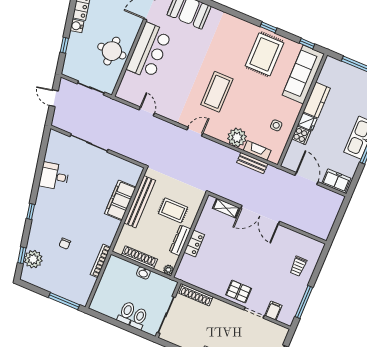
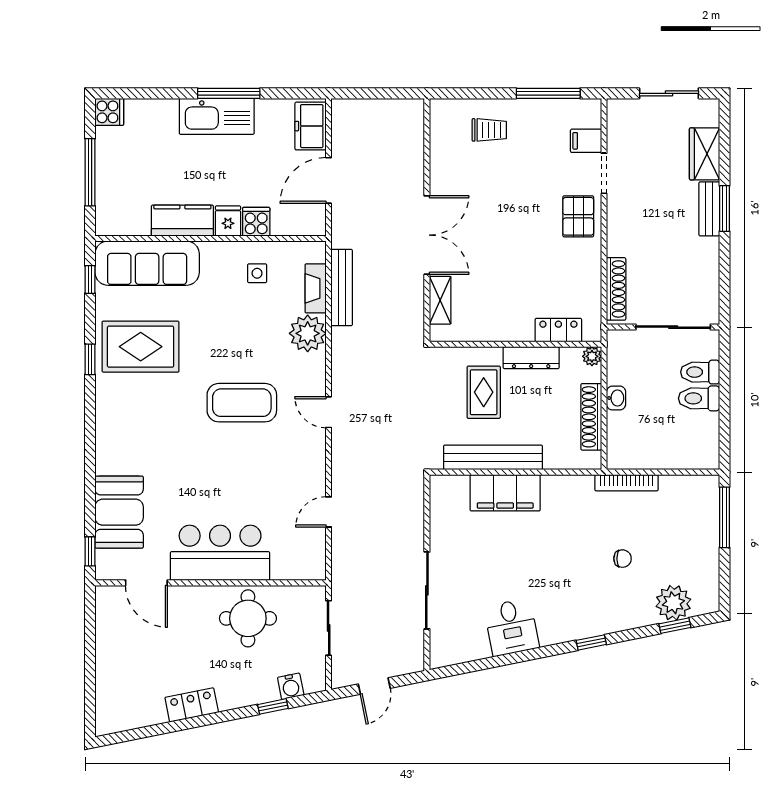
water cooler: (77, 26) -> (291, 686), moved
bench: (252, 163) -> (342, 288), width x1.36
locker: (194, 243) -> (558, 330), moved

